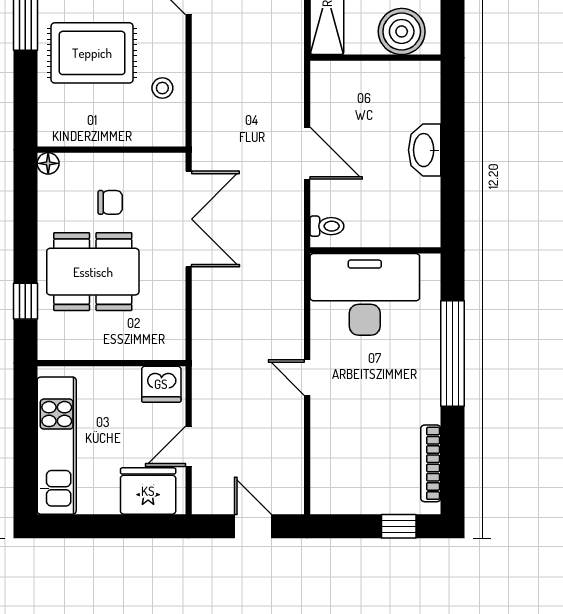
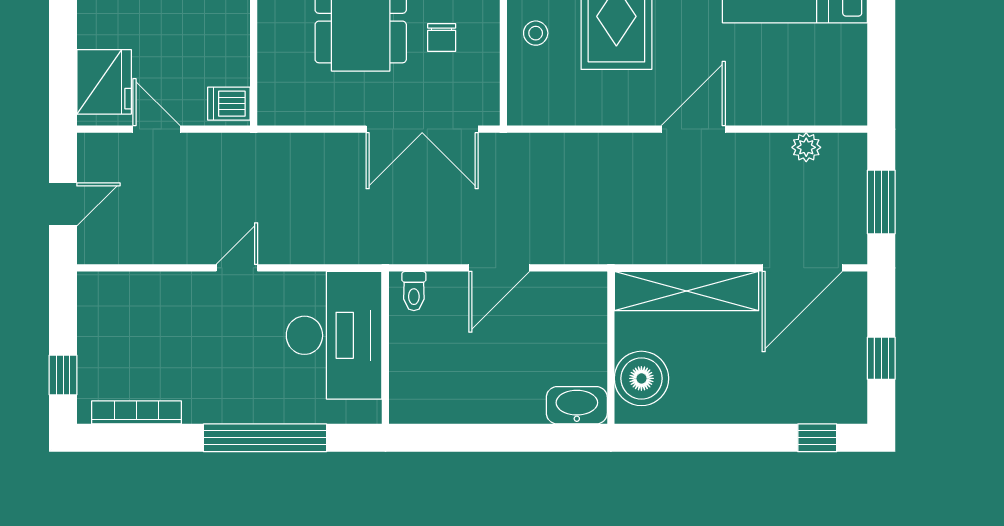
stool: (162, 88) -> (536, 33), moved
washbasin: (425, 150) -> (577, 405), moved
dishwasher: (161, 384) -> (229, 104), width x0.73

